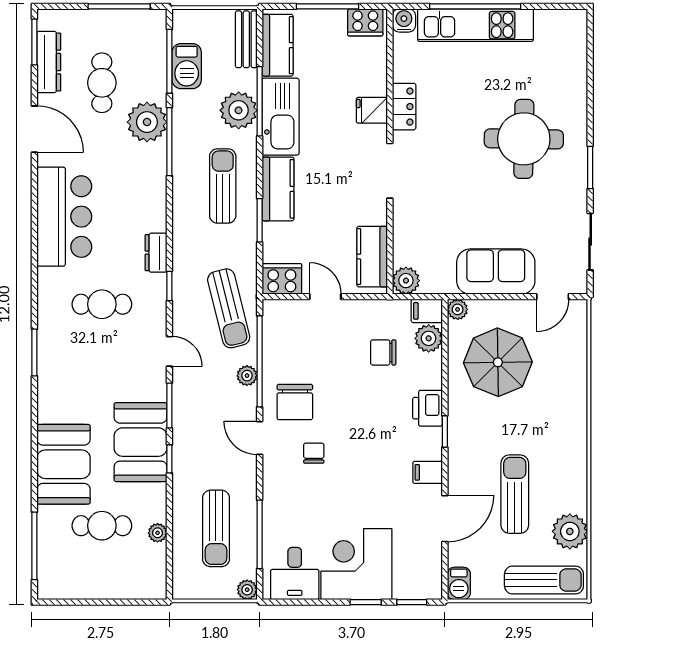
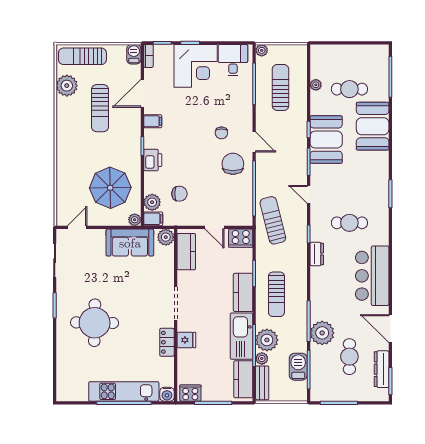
sofa: (496, 272) -> (130, 243), moved
plant: (247, 376) -> (262, 358), moved
bookcase: (435, 581) -> (148, 56), added

